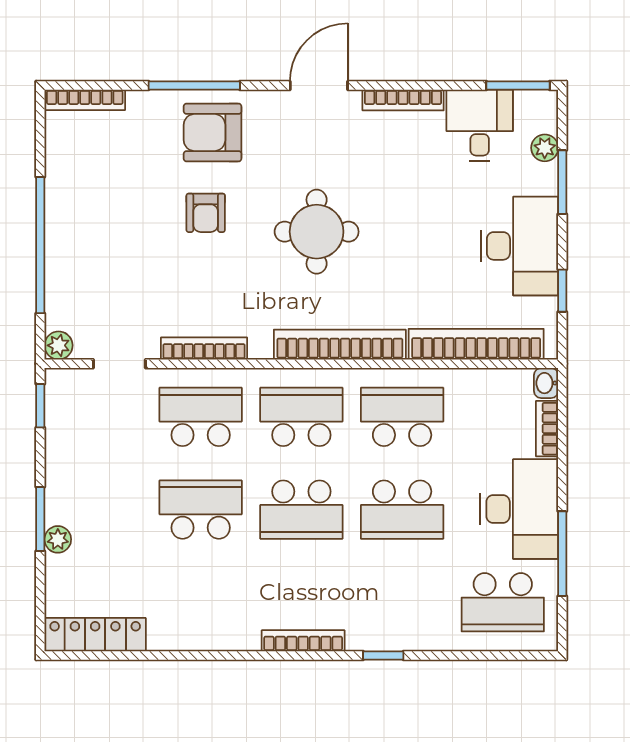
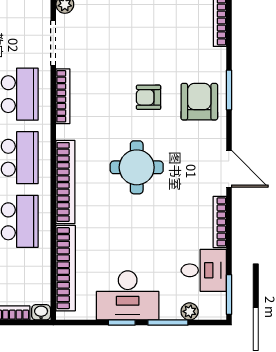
window: (194, 85) -> (229, 90), width x0.69
window: (562, 291) -> (122, 323), moved
doorway: (119, 364) -> (53, 43), width x1.38

